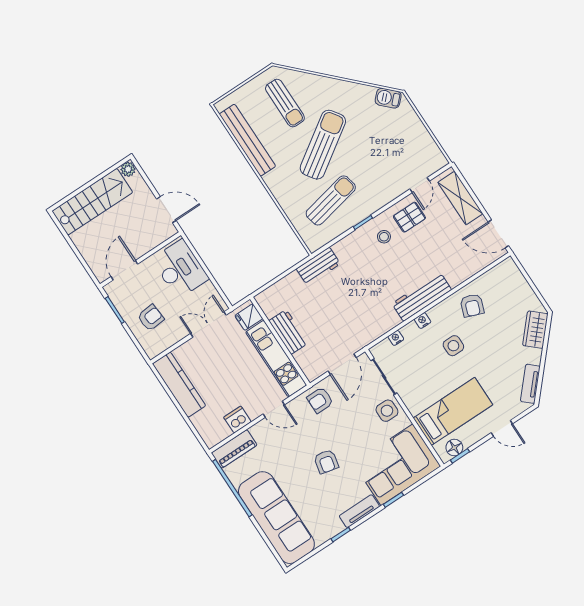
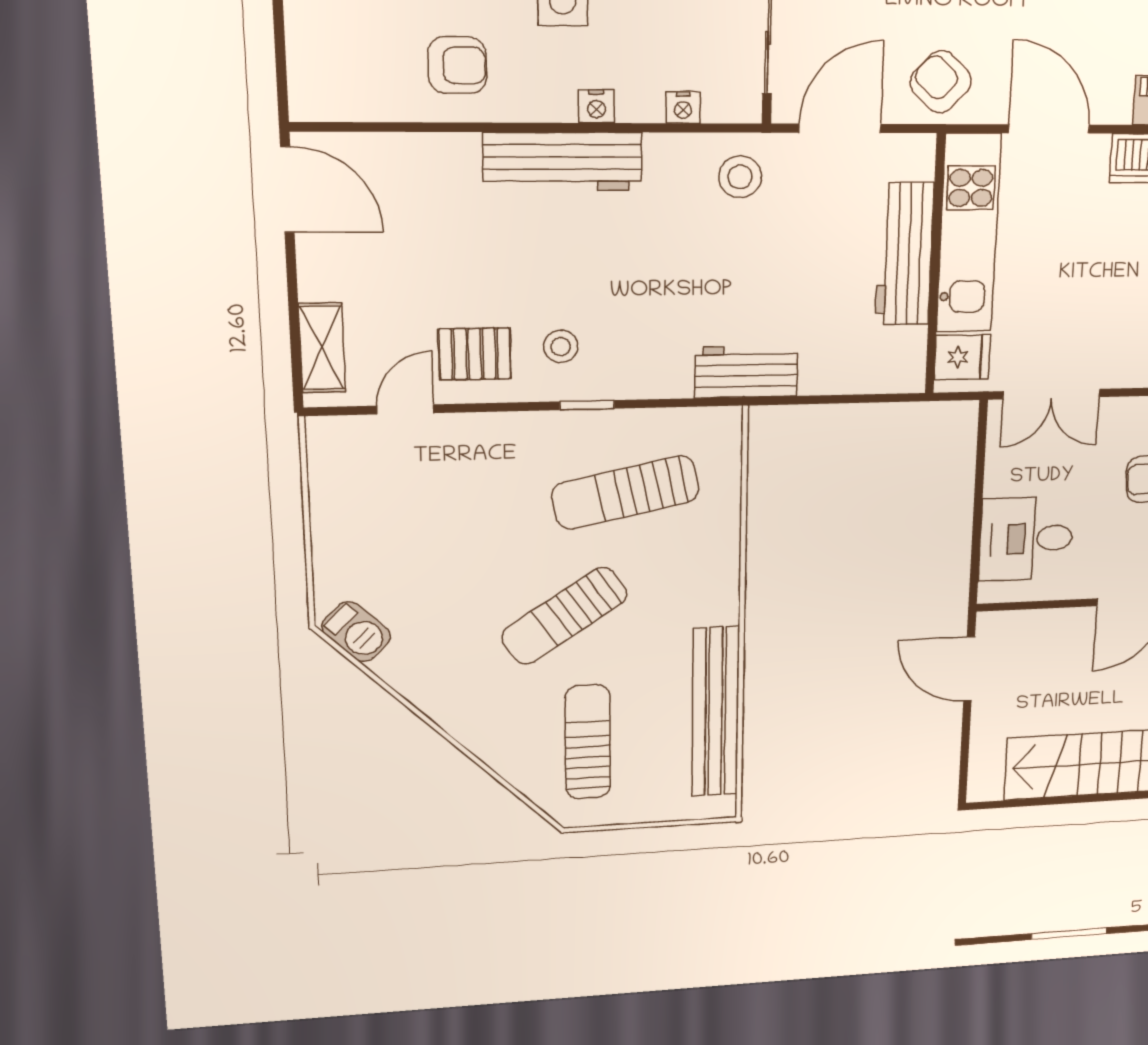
sun lounger: (323, 145) -> (564, 616), width x0.73, depth x0.75
plant: (128, 169) -> (985, 786), removed
shelving: (460, 198) -> (322, 348), width x0.67, depth x0.75
desk: (180, 269) -> (1026, 539), width x0.73
armchair: (472, 305) -> (457, 65), turned 69
stool: (363, 328) -> (740, 177), added
workbench: (289, 332) -> (905, 254), width x1.38
armchair: (320, 400) -> (941, 82), turned -136
door: (274, 409) -> (1049, 129), width x1.37

